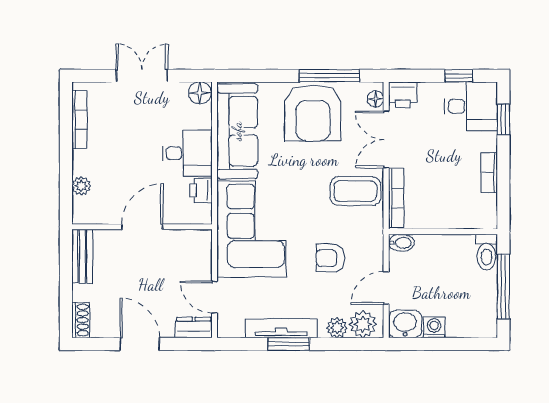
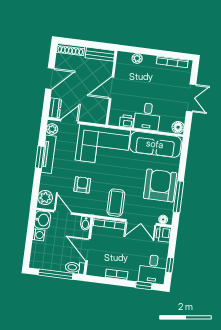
armchair: (313, 113) -> (160, 185), turned 90
double door: (386, 140) -> (141, 222), swing flipped
door: (142, 227) -> (111, 88), swing flipped
door: (450, 232) -> (88, 250), added
shoe rack: (81, 320) -> (70, 50), width x1.43
plant: (337, 328) -> (52, 129), moved

